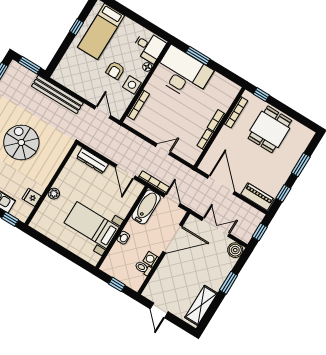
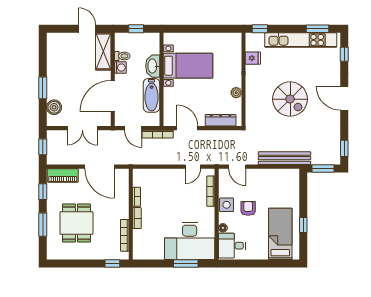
dining table: (270, 129) -> (76, 223), moved
door: (163, 149) -> (193, 167), moved
plant: (54, 194) -> (236, 93), moved
bathtub: (146, 207) -> (152, 95), moved
washbasin: (123, 238) -> (153, 66), width x1.91, depth x1.45
boiler: (235, 250) -> (54, 107), moved
shelving: (201, 305) -> (103, 51), moved

